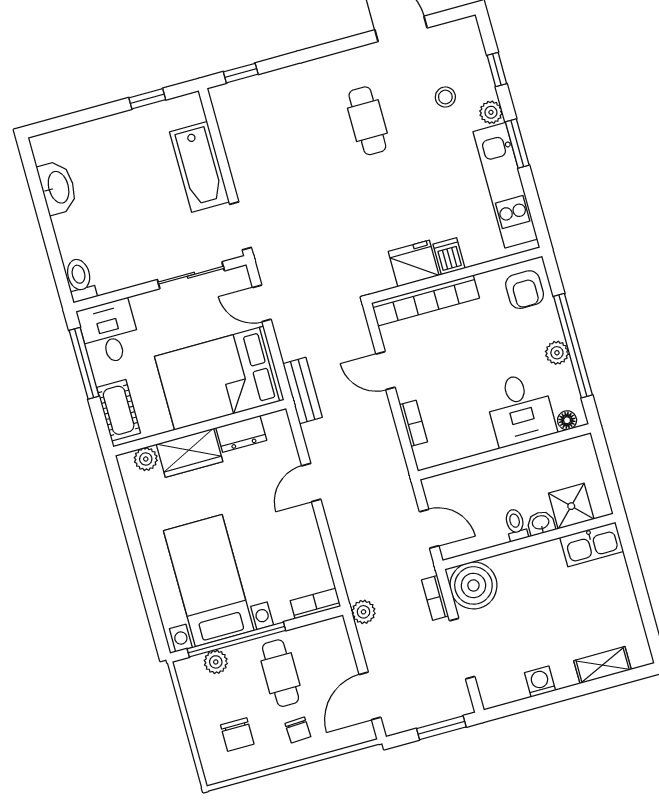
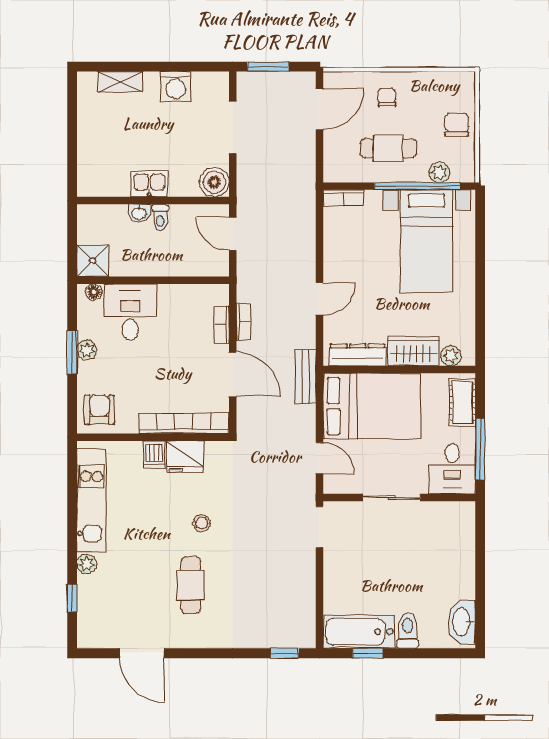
stool: (445, 97) -> (202, 523), moved
window: (517, 143) -> (72, 532), removed
bathtub: (199, 167) -> (359, 632), moved, turned -90
washbasin: (58, 187) -> (462, 622), moved
sliding door: (191, 275) -> (392, 498), moved
toilet: (80, 280) -> (408, 631), moved, turned 180
window: (573, 346) -> (72, 352), width x0.47
door: (386, 371) -> (233, 374), width x1.38
dresser: (241, 434) -> (358, 355), width x1.44
shower: (571, 506) -> (93, 261), moved
kitchen sink: (592, 544) -> (149, 184), moved, width x0.73
boiler: (473, 585) -> (214, 182), width x0.73, depth x0.73
bookcase: (435, 598) -> (243, 322), moved
plant: (364, 612) -> (306, 180), removed
cafe table: (281, 673) -> (388, 148), turned 90
washing machine: (540, 681) -> (176, 87), width x1.38, depth x1.38
chair: (237, 735) -> (457, 125), moved

